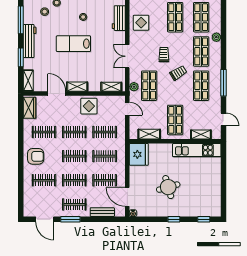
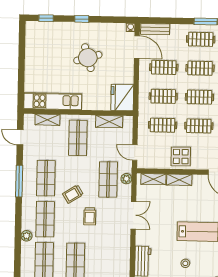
display table: (141, 23) -> (116, 255), removed
shelving: (77, 87) -> (179, 180), moved
bench: (102, 212) -> (155, 29), moved

